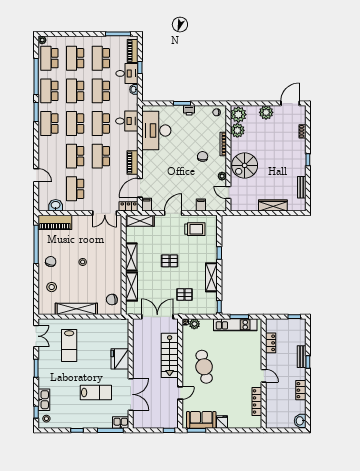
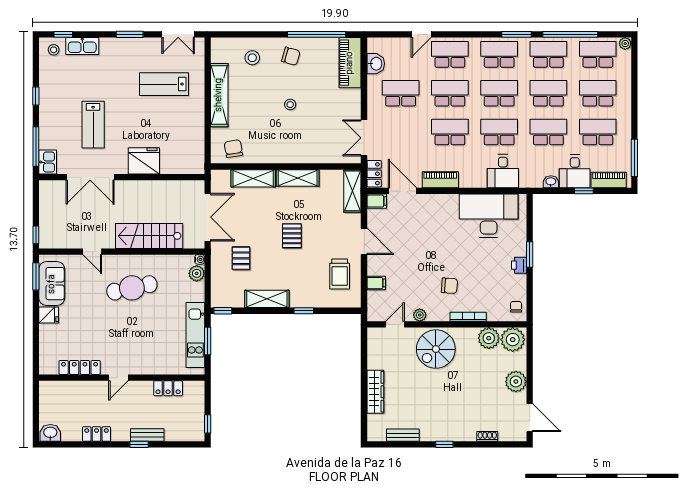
school desk: (49, 156) -> (450, 54), added
spiral stairs: (245, 165) -> (436, 349), turned -90

